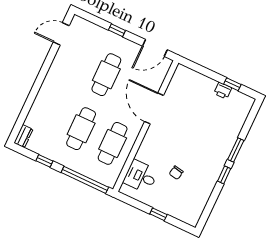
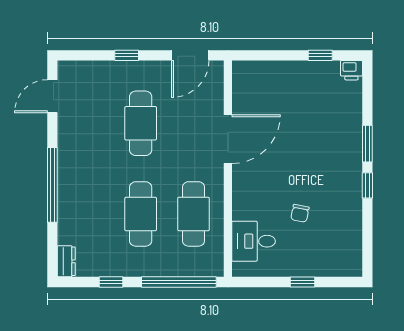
window: (37, 87) -> (52, 185), added
printer: (223, 91) -> (351, 70), moved
door: (154, 108) -> (228, 139), swing flipped

